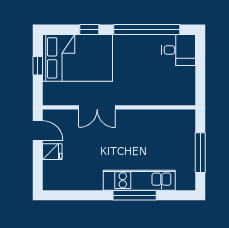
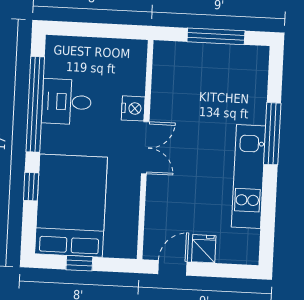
desk: (179, 50) -> (67, 102), moved, turned -90
nightstand: (147, 98) -> (133, 108), added
double door: (97, 107) -> (145, 148), moved
kitchen unit: (139, 180) -> (249, 176), moved

